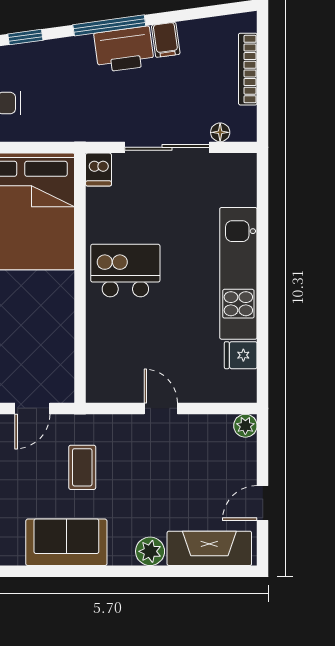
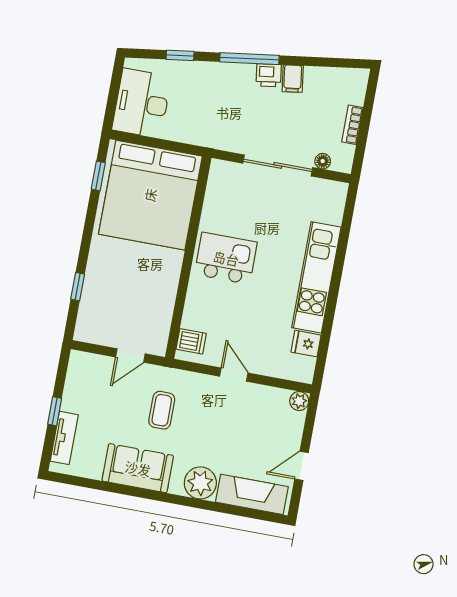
printer: (124, 49) -> (269, 75), width x0.53, depth x0.68
bookcase: (248, 69) -> (352, 125), width x0.64
dishwasher: (99, 170) -> (191, 341), moved, turned -90
plant: (150, 551) -> (200, 483), width x1.36, depth x1.36

